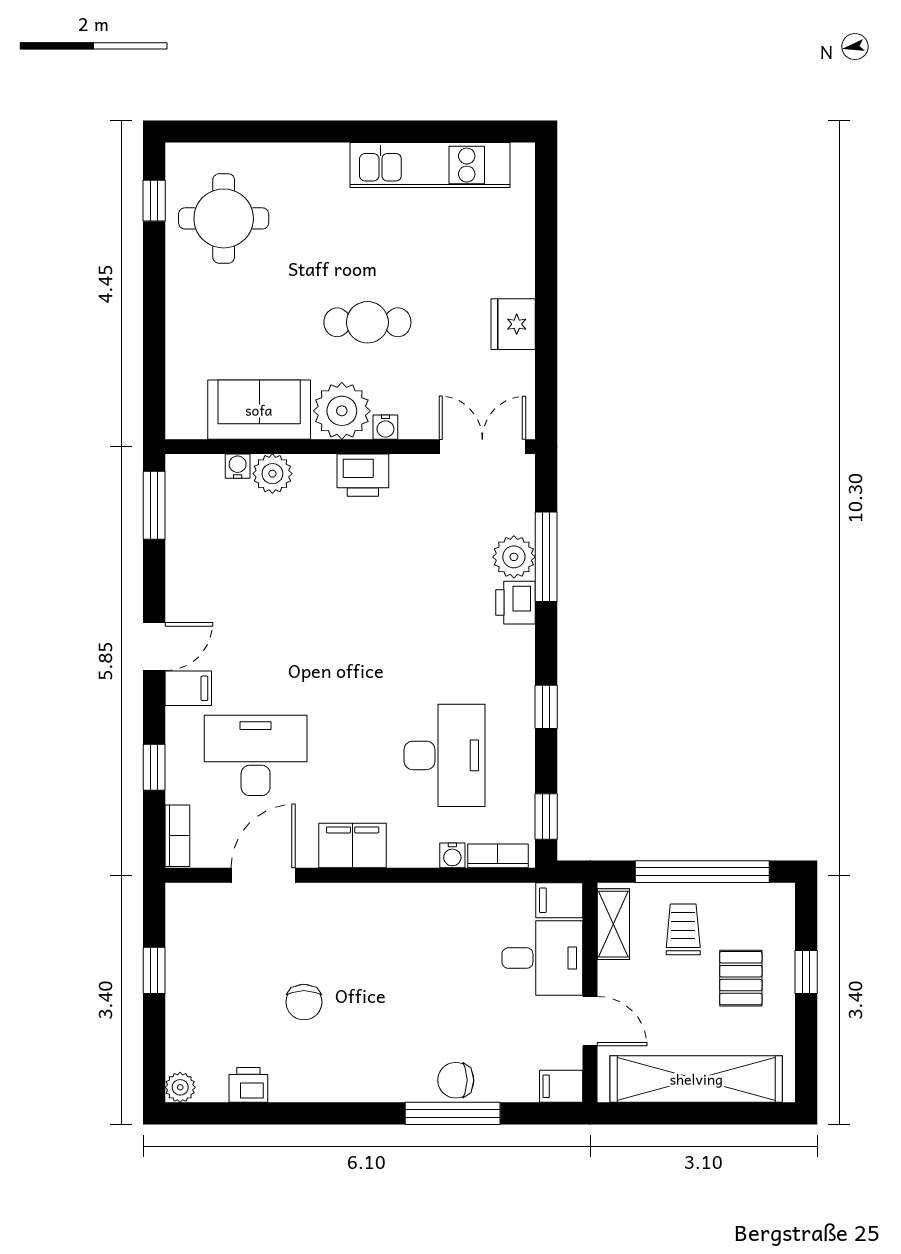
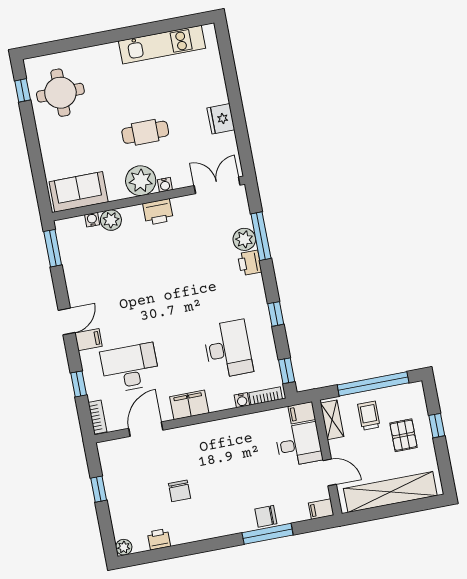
sofa: (259, 410) -> (79, 192), moved

